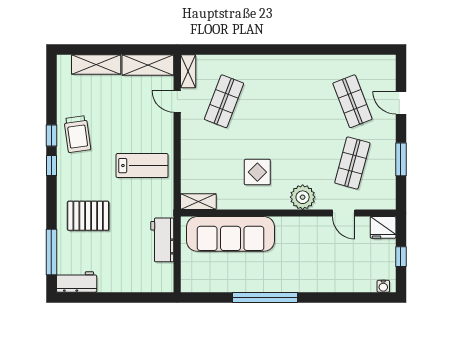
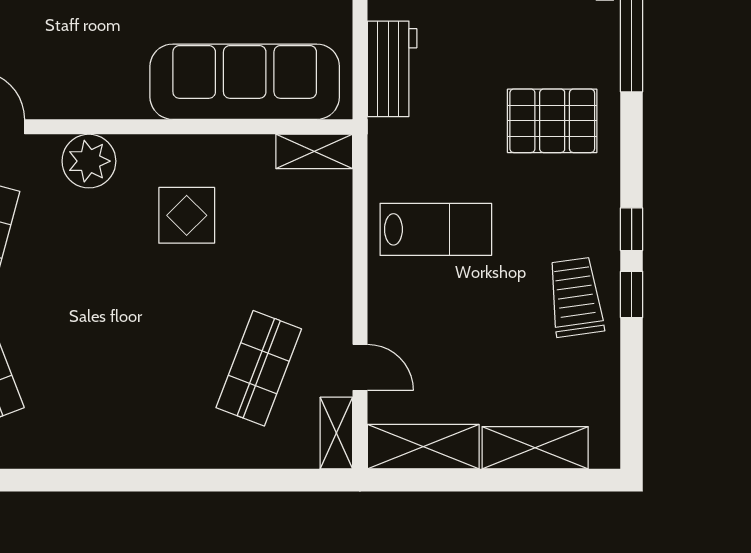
lab bench: (142, 166) -> (436, 229), turned 180

